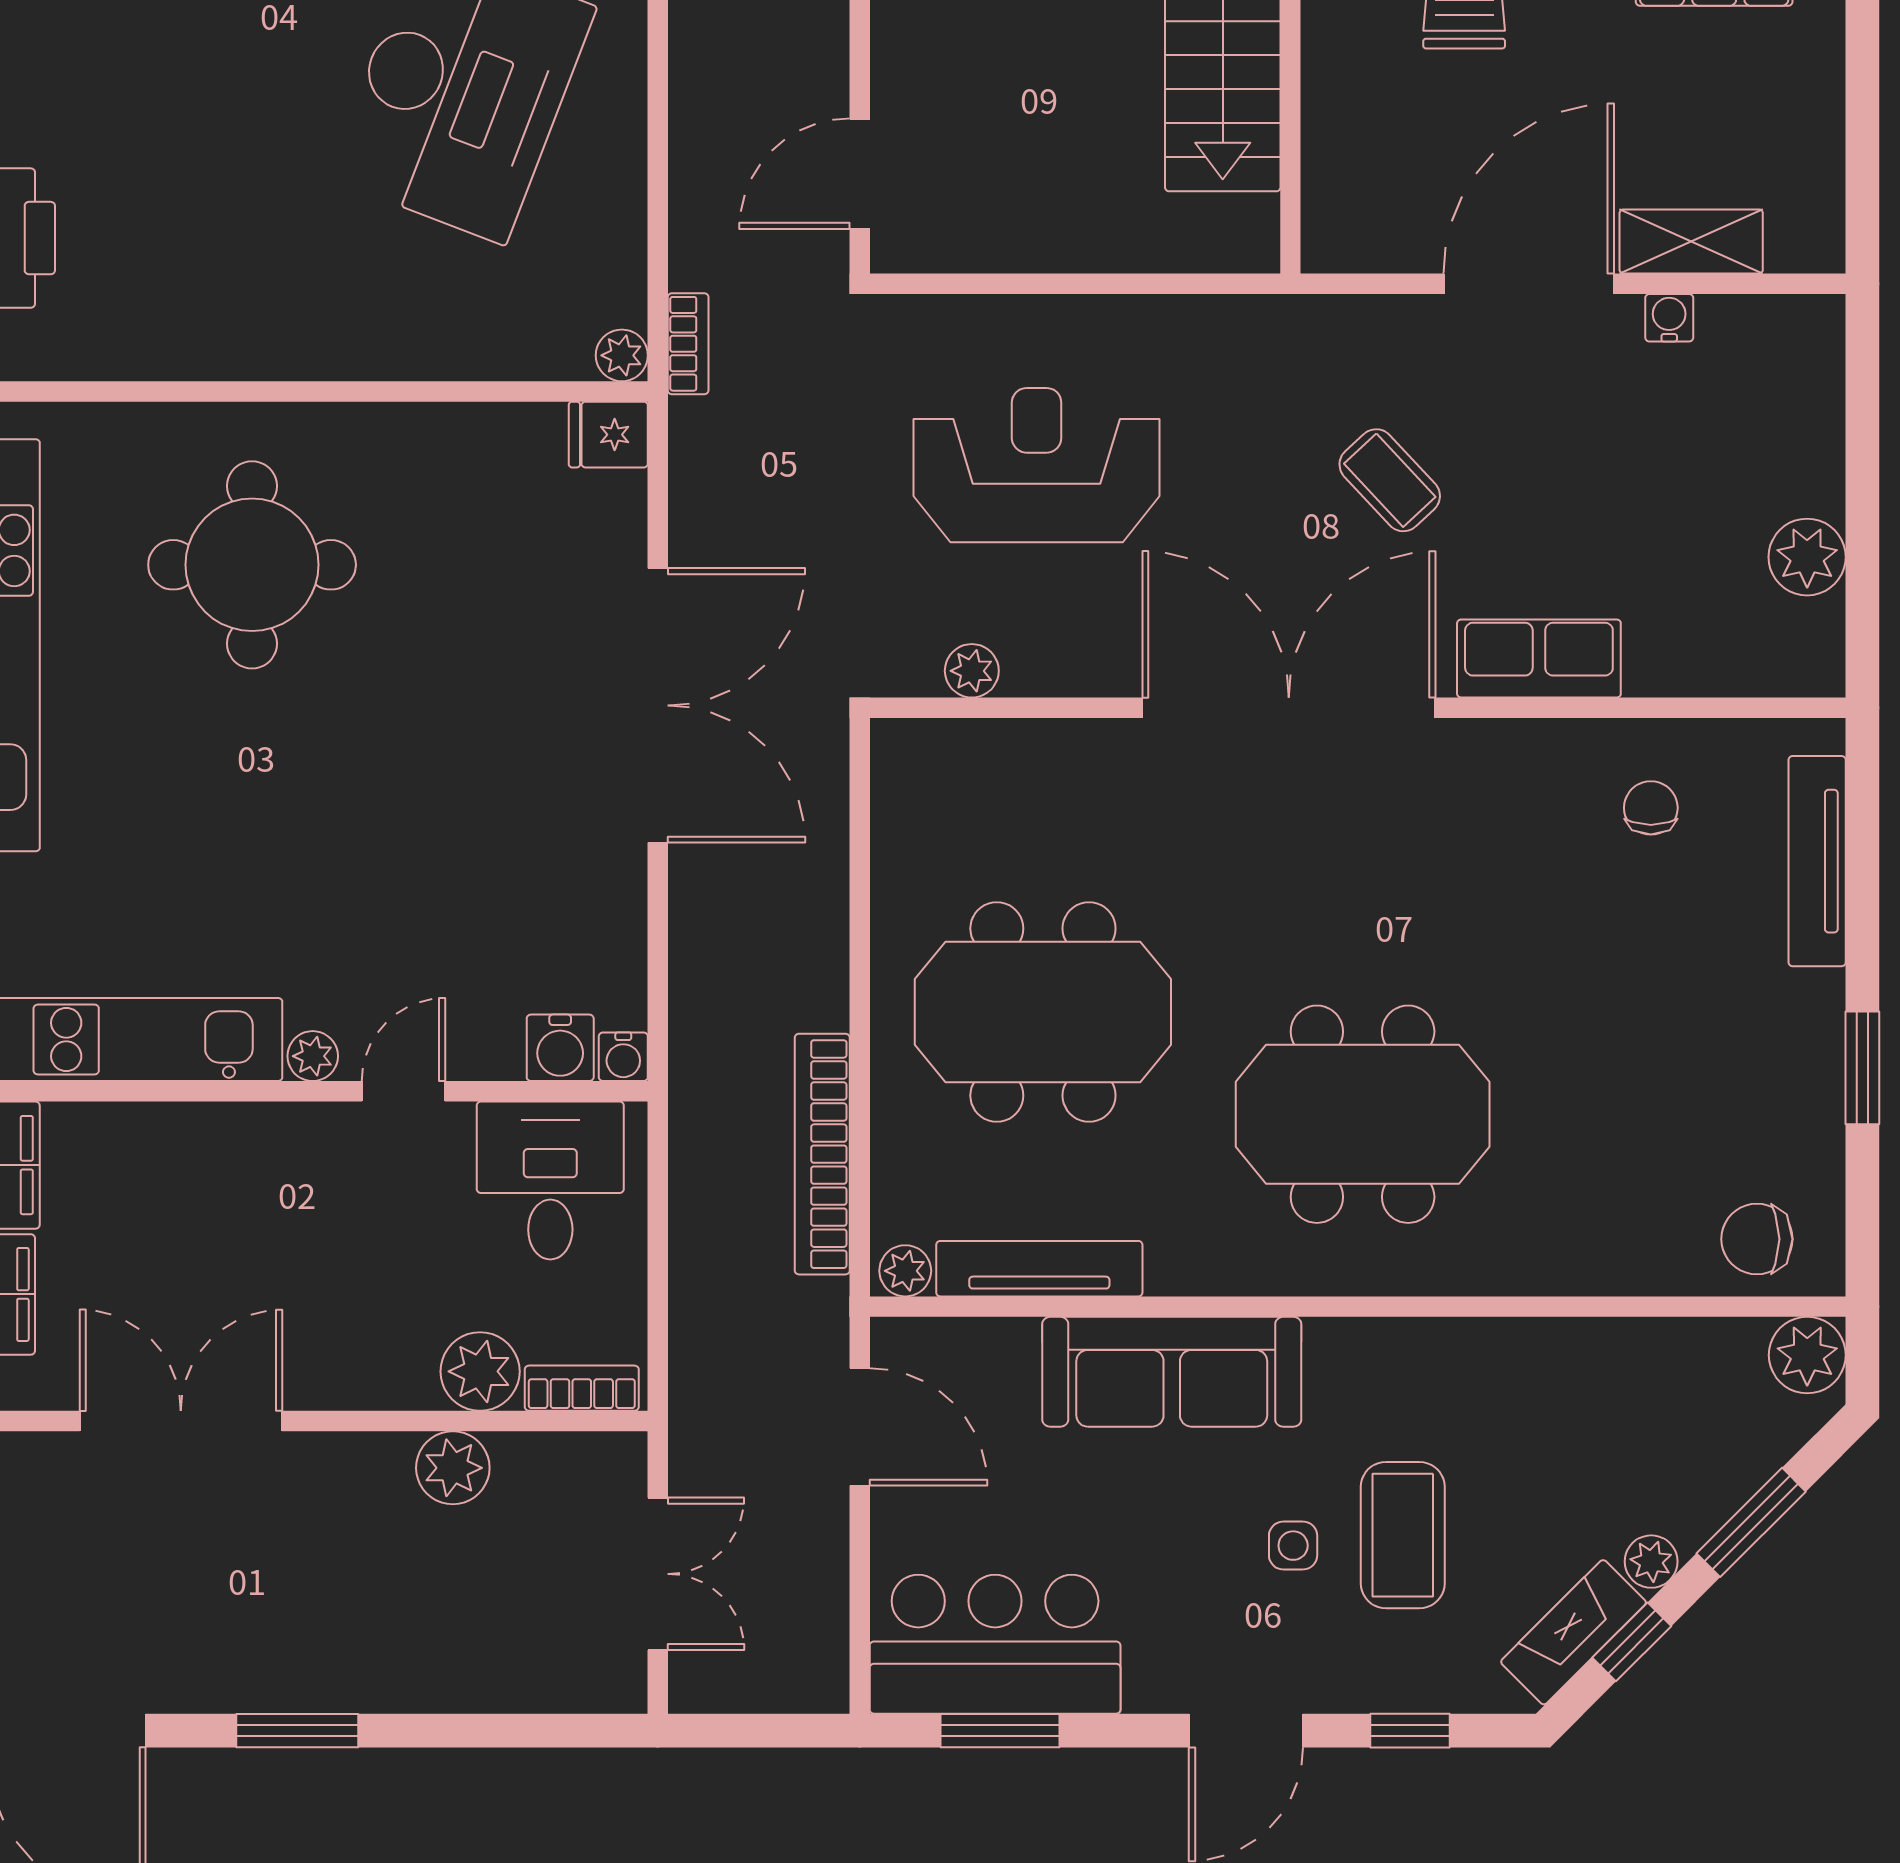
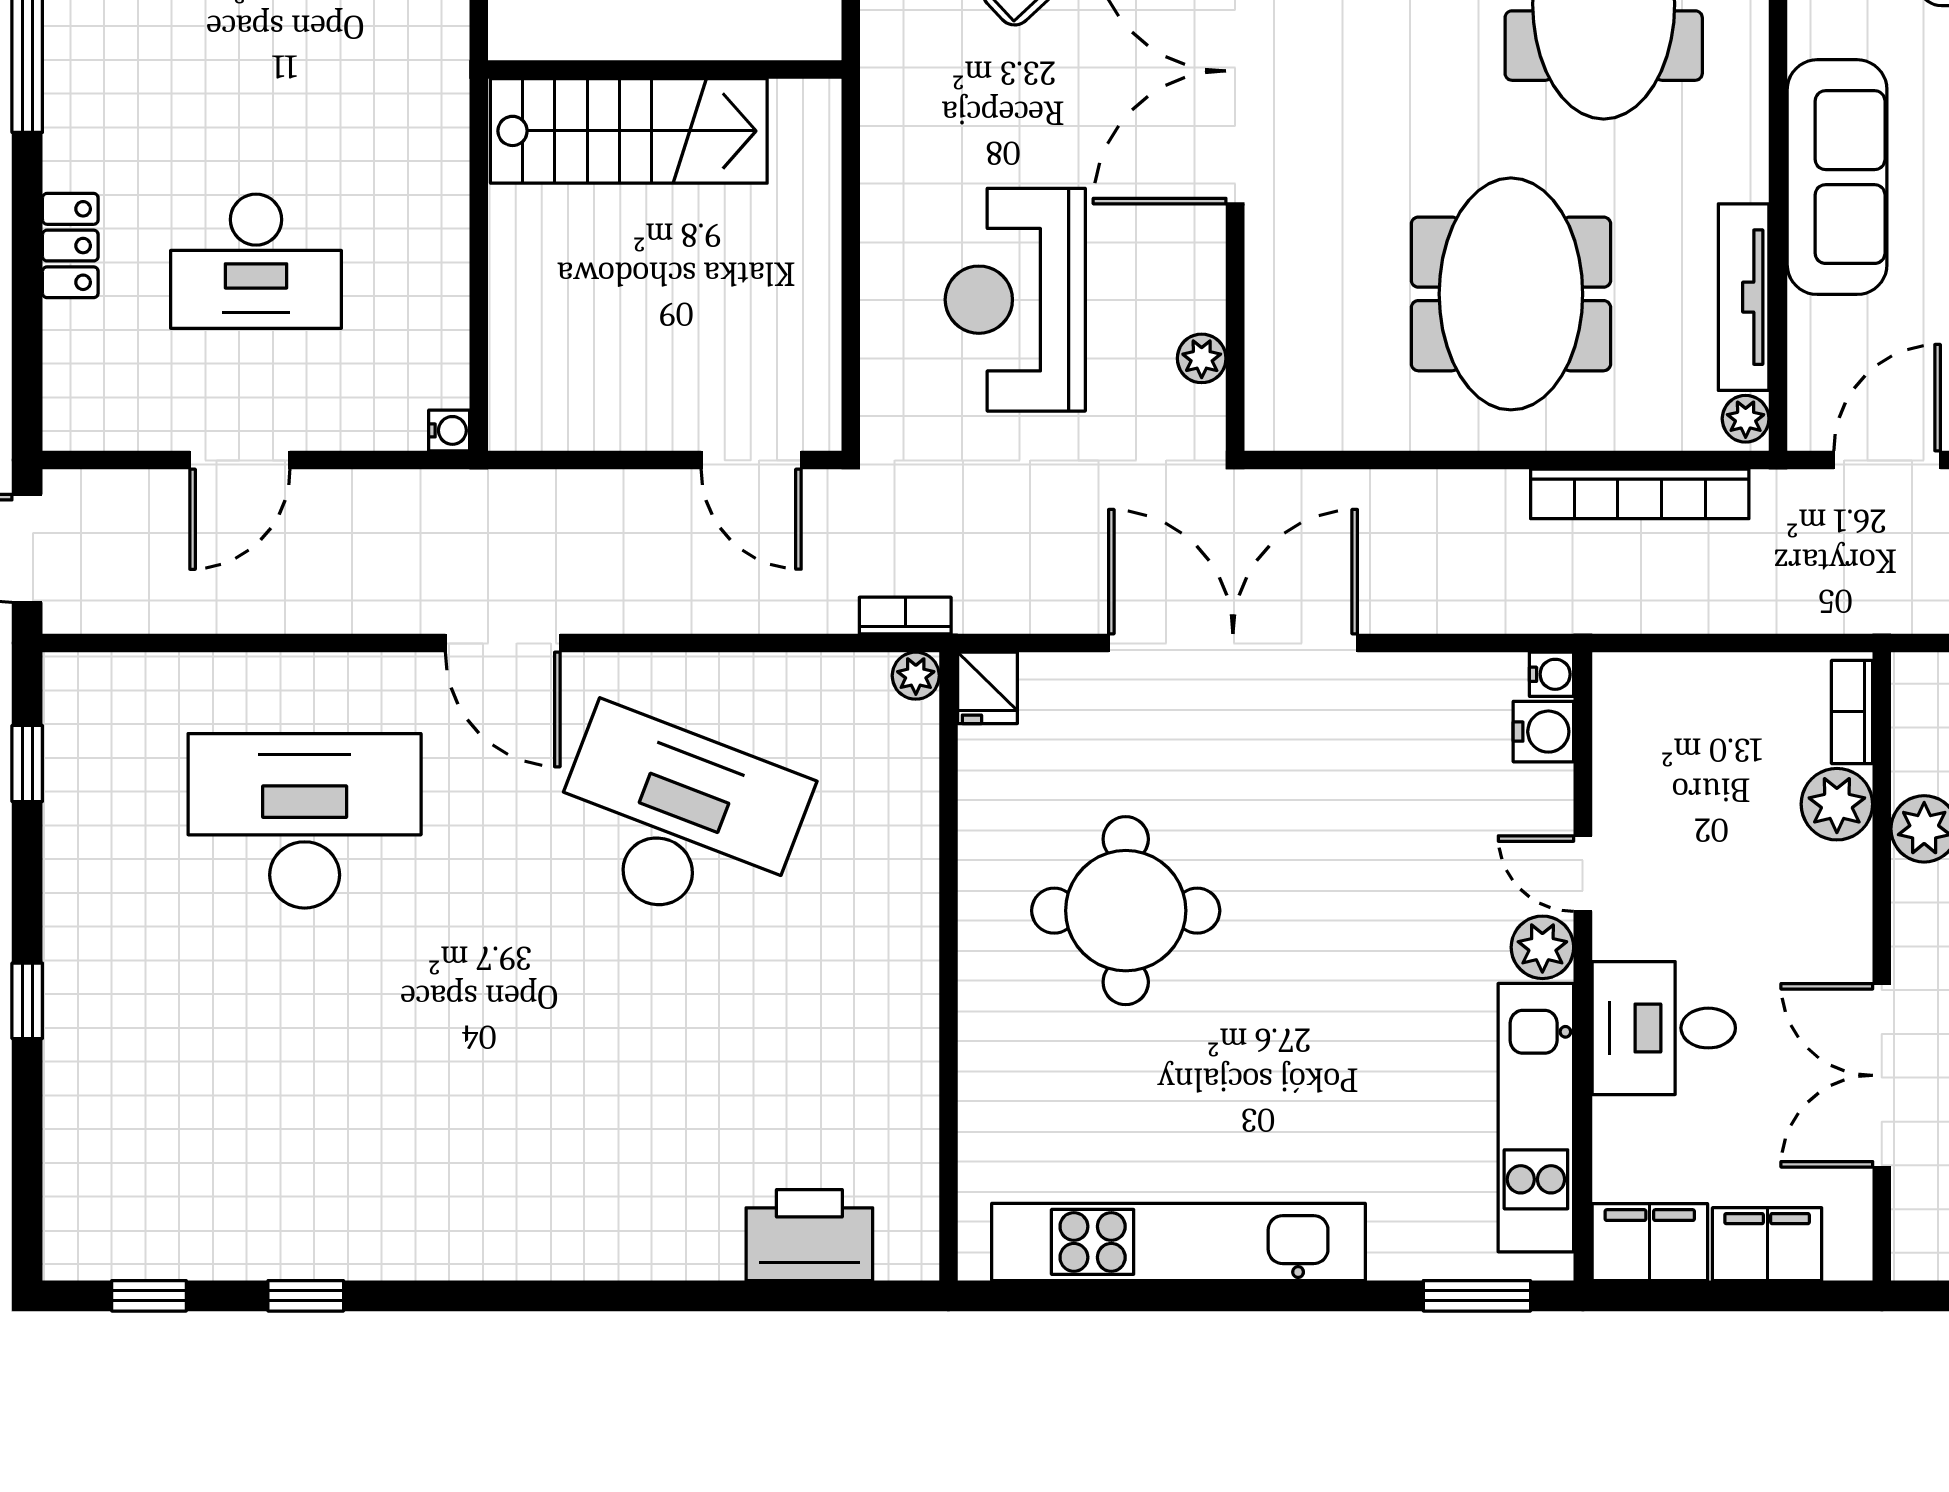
round table: (252, 565) -> (1126, 911), moved
plant: (313, 1056) -> (1542, 947), width x1.38, depth x1.38
desk: (550, 1180) -> (1664, 1028), moved

